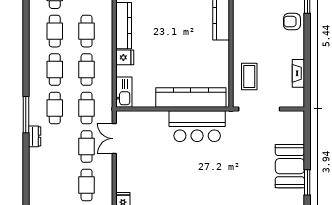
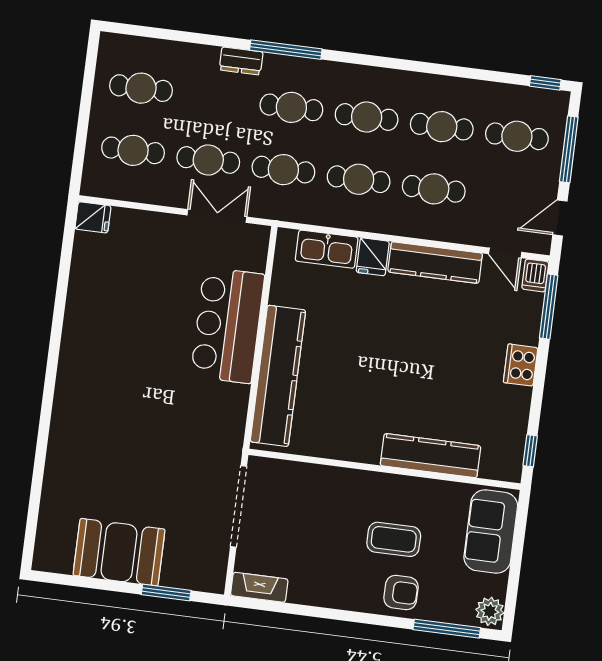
armchair: (292, 22) -> (401, 592), turned 90
fireplace: (298, 73) -> (259, 587), moved
coffee table: (249, 77) -> (394, 539), moved
kitchen sink: (124, 92) -> (327, 249), moved
bar counter: (197, 126) -> (228, 325), moved
window: (307, 182) -> (166, 593), moved
cafe table: (55, 185) -> (141, 88), added

